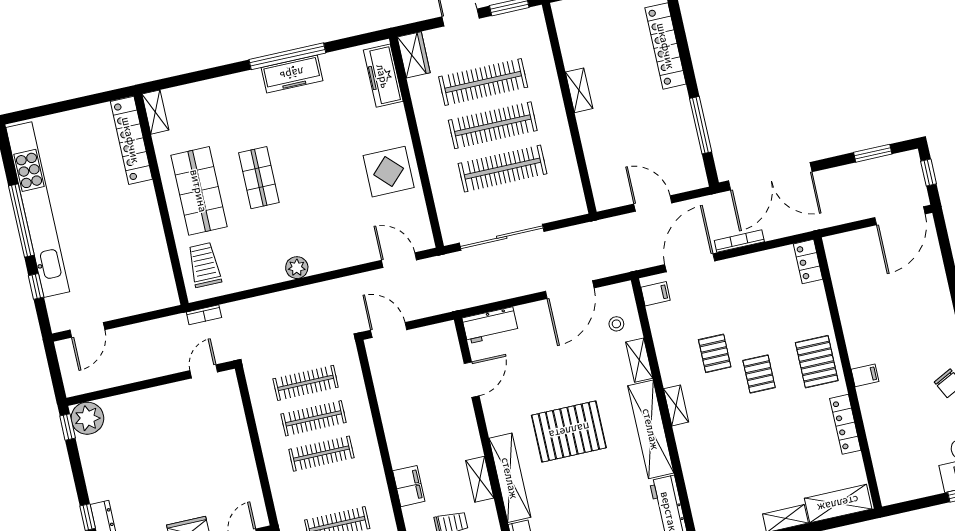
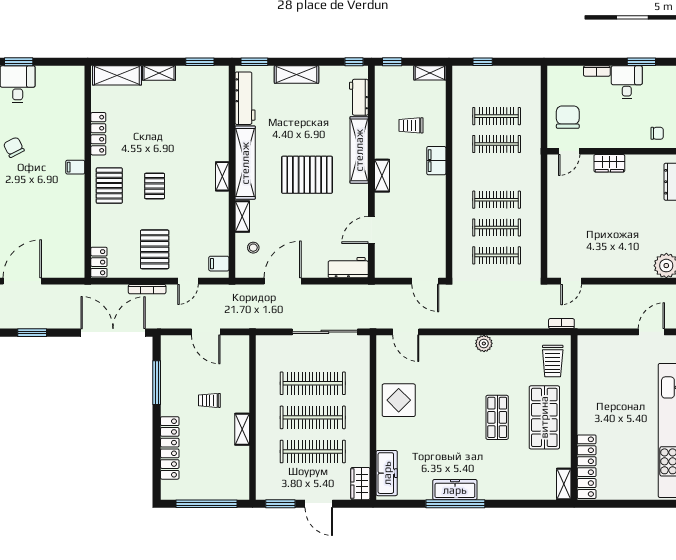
trolley: (629, 118) -> (209, 400), added
door: (690, 263) -> (188, 281), width x0.53
pallet: (715, 353) -> (155, 249), moved, width x1.50, depth x1.42
shelving: (480, 479) -> (382, 176), moved

